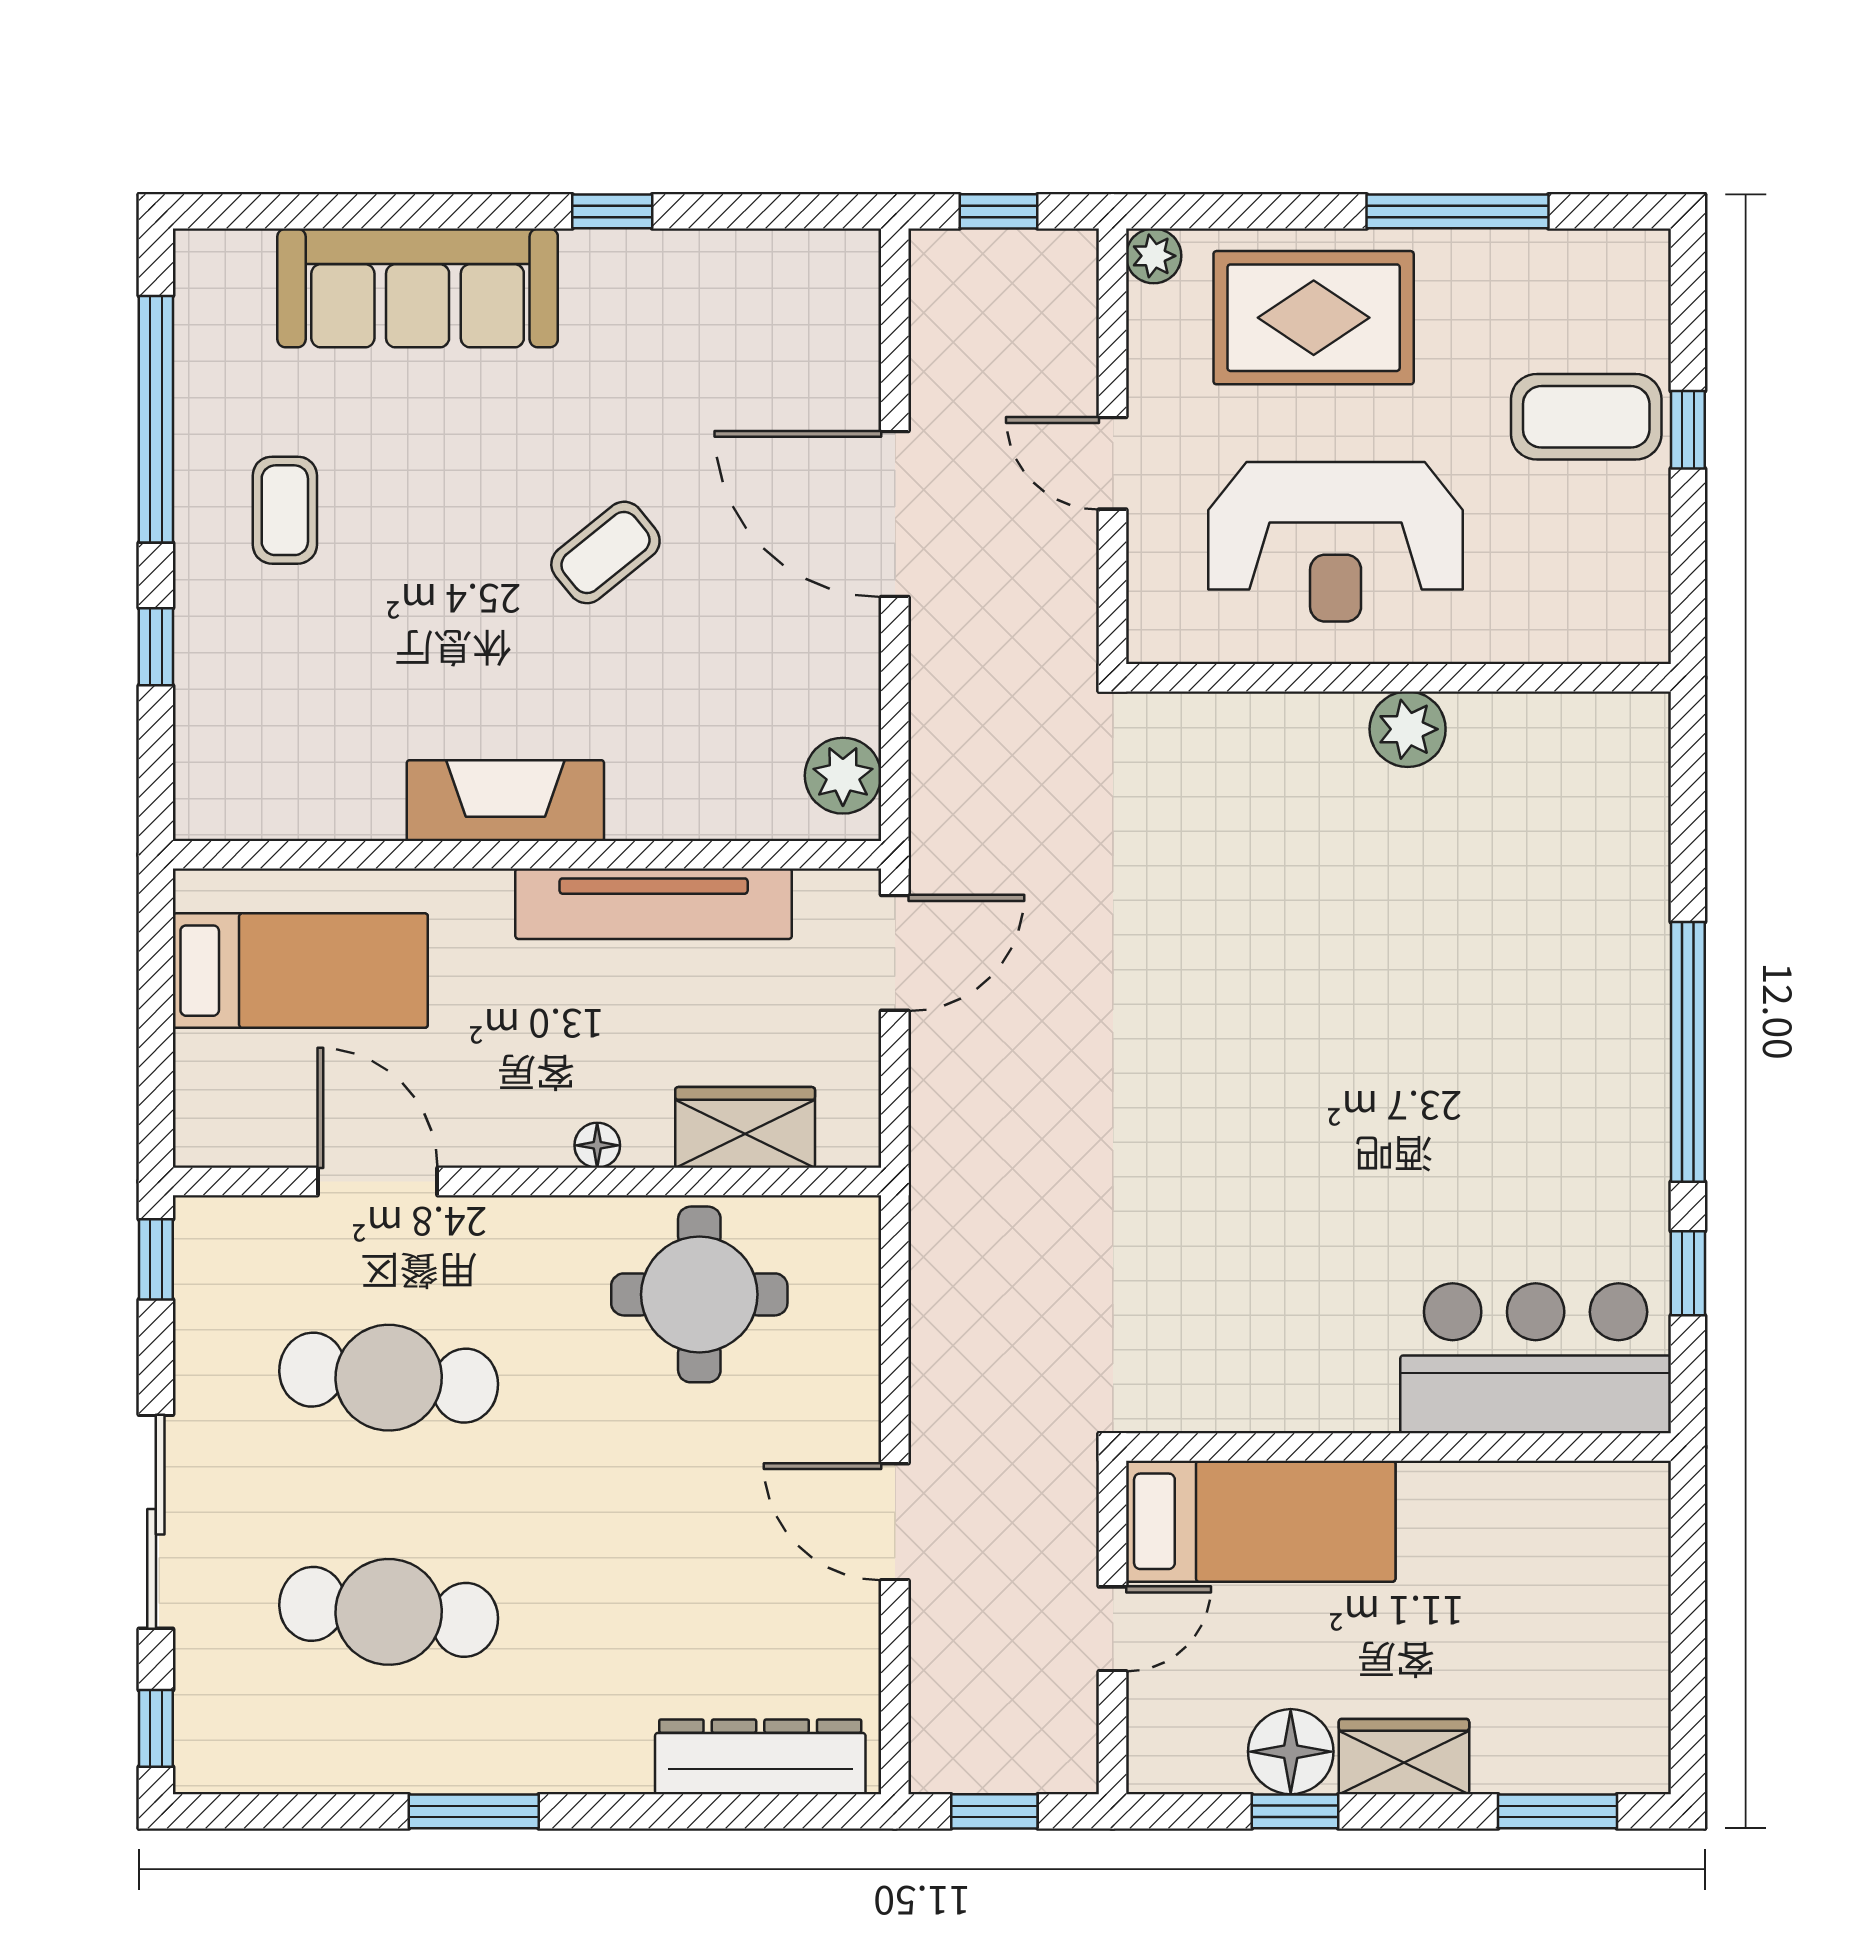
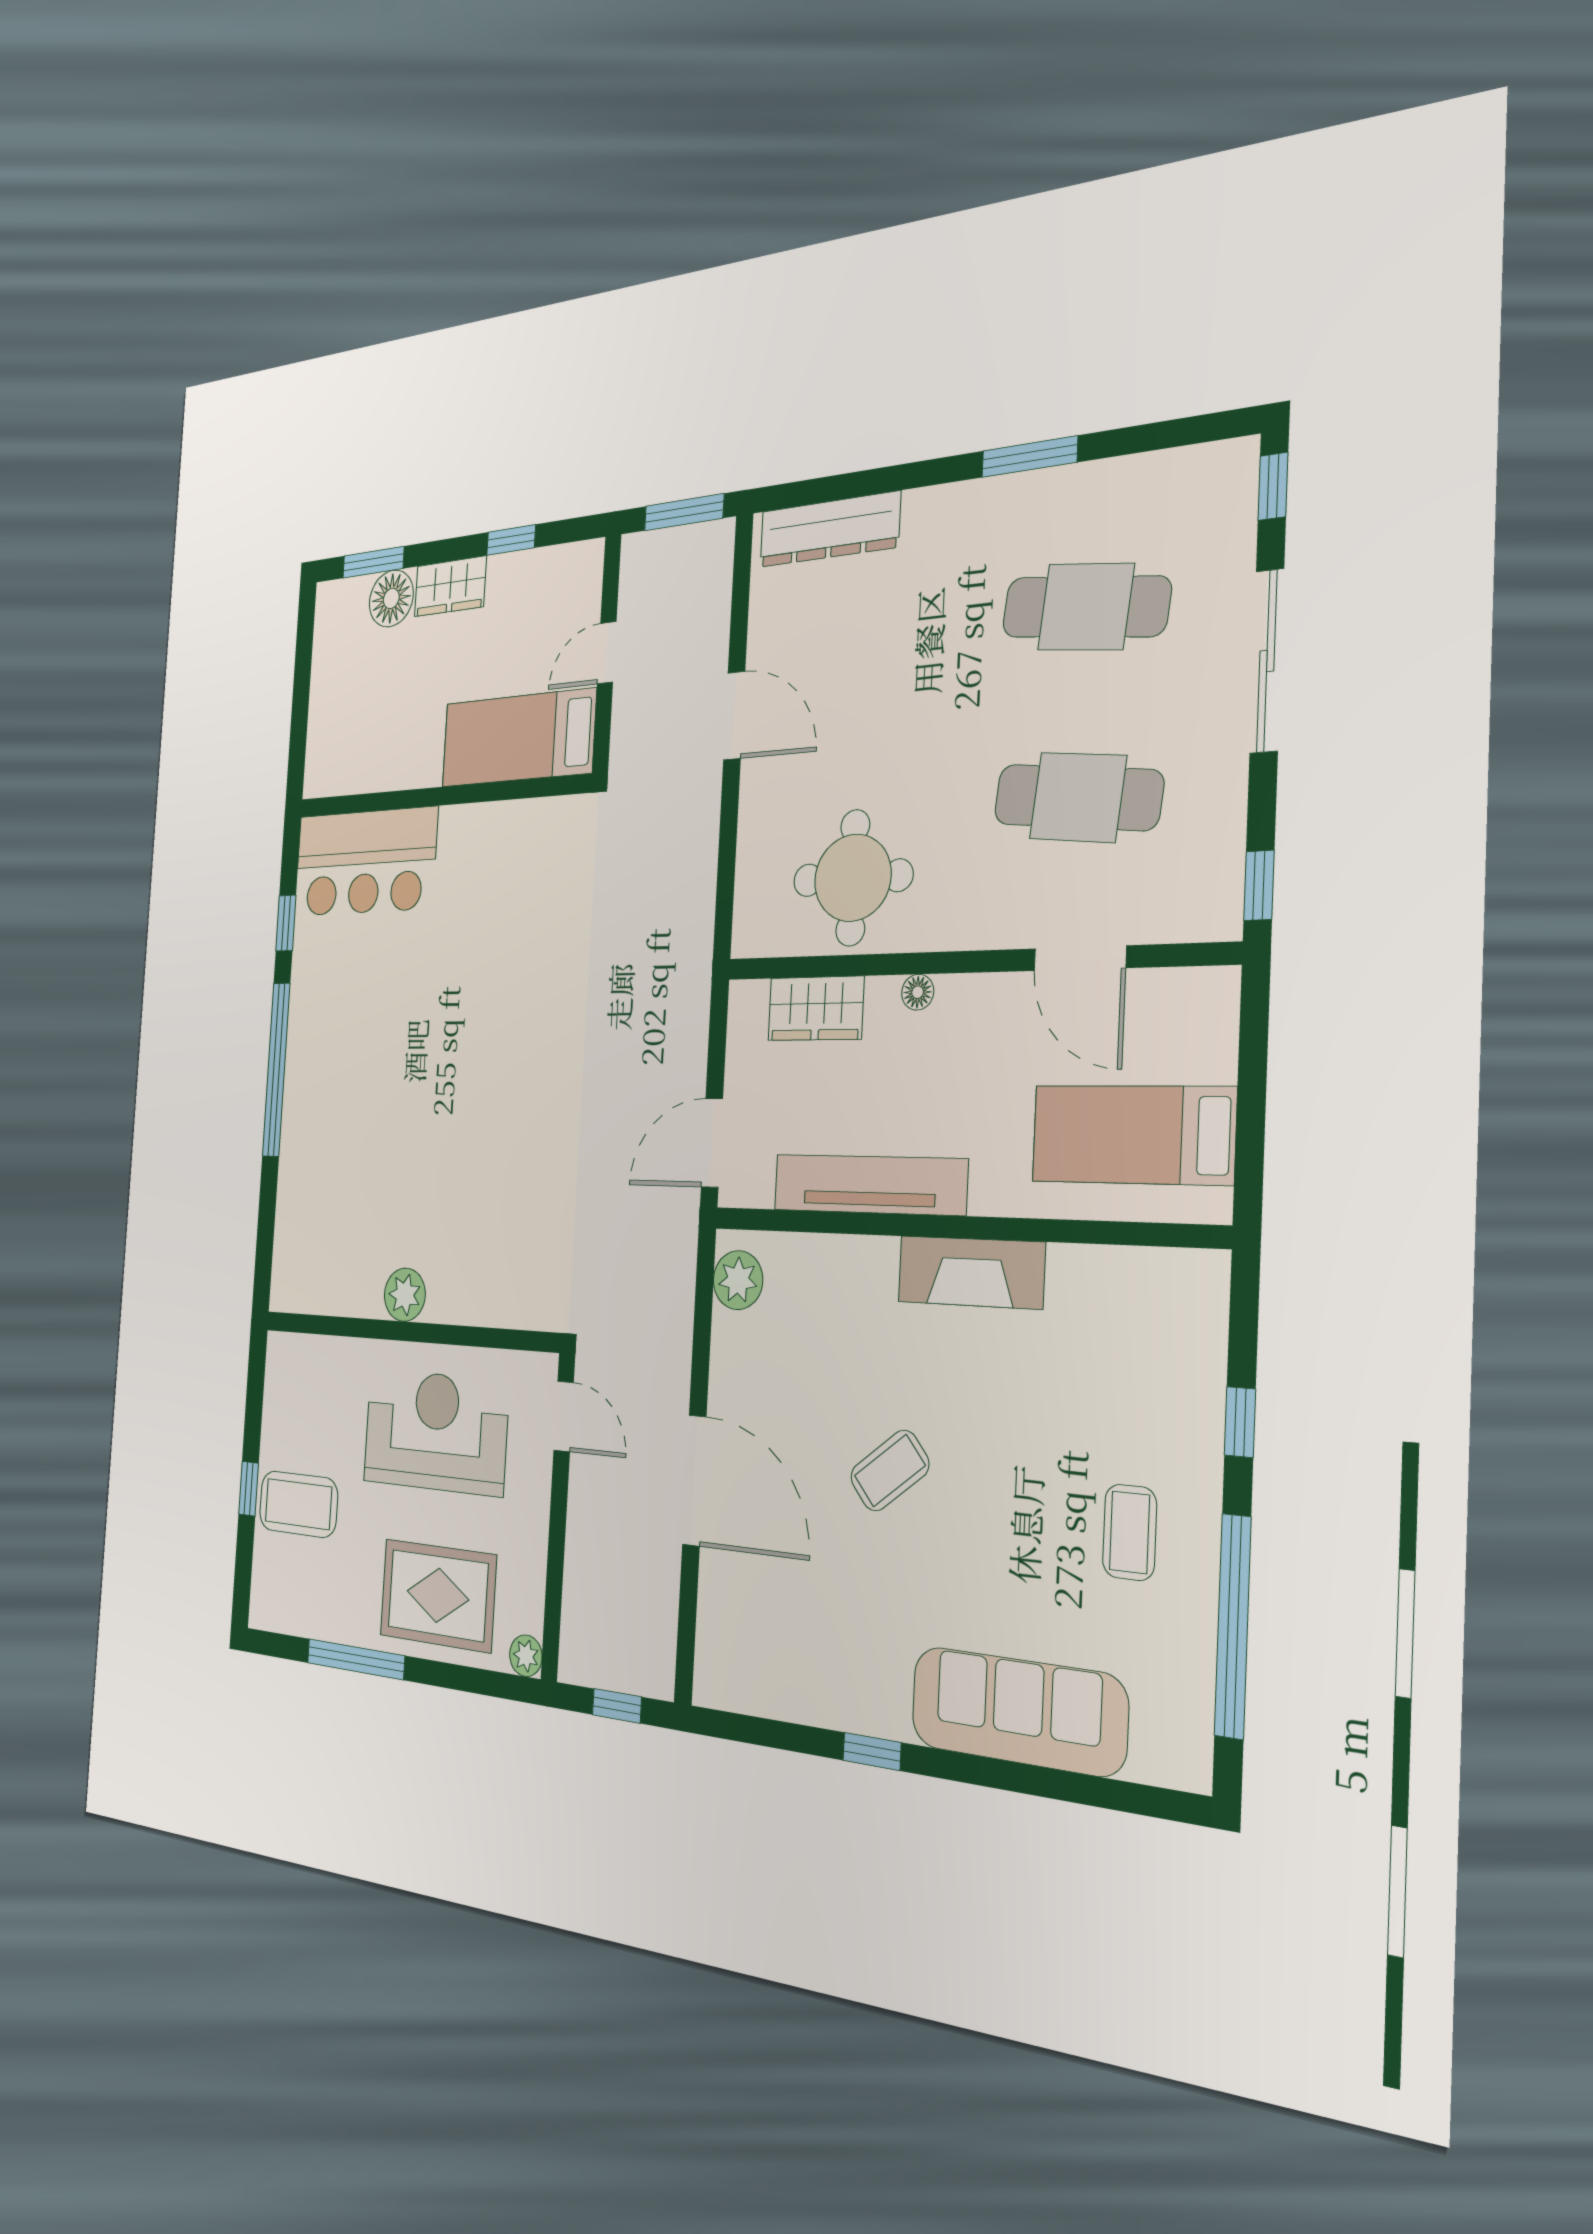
door: (1113, 463) -> (564, 1416), moved
floor lamp: (1291, 1752) -> (391, 598), moved
window: (994, 1811) -> (684, 512), width x1.50

